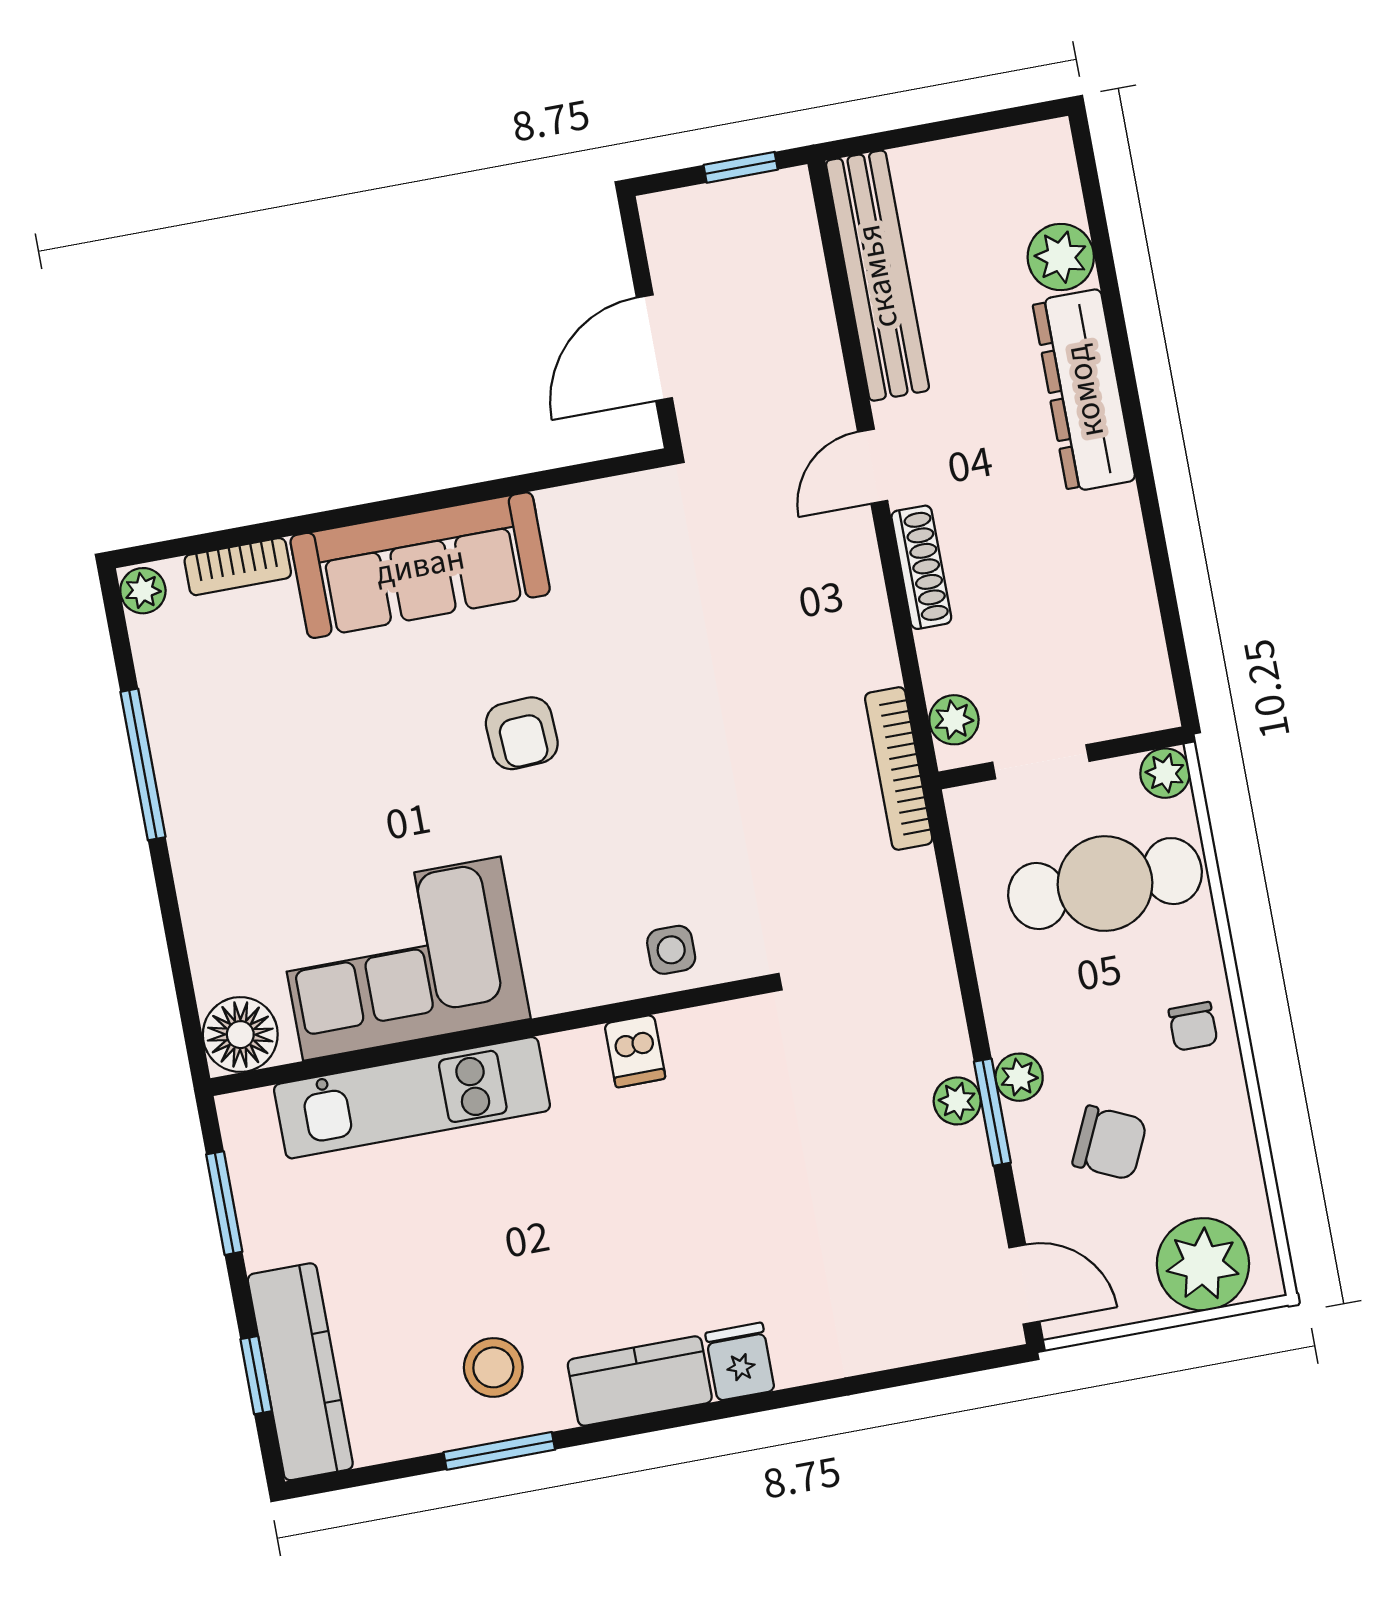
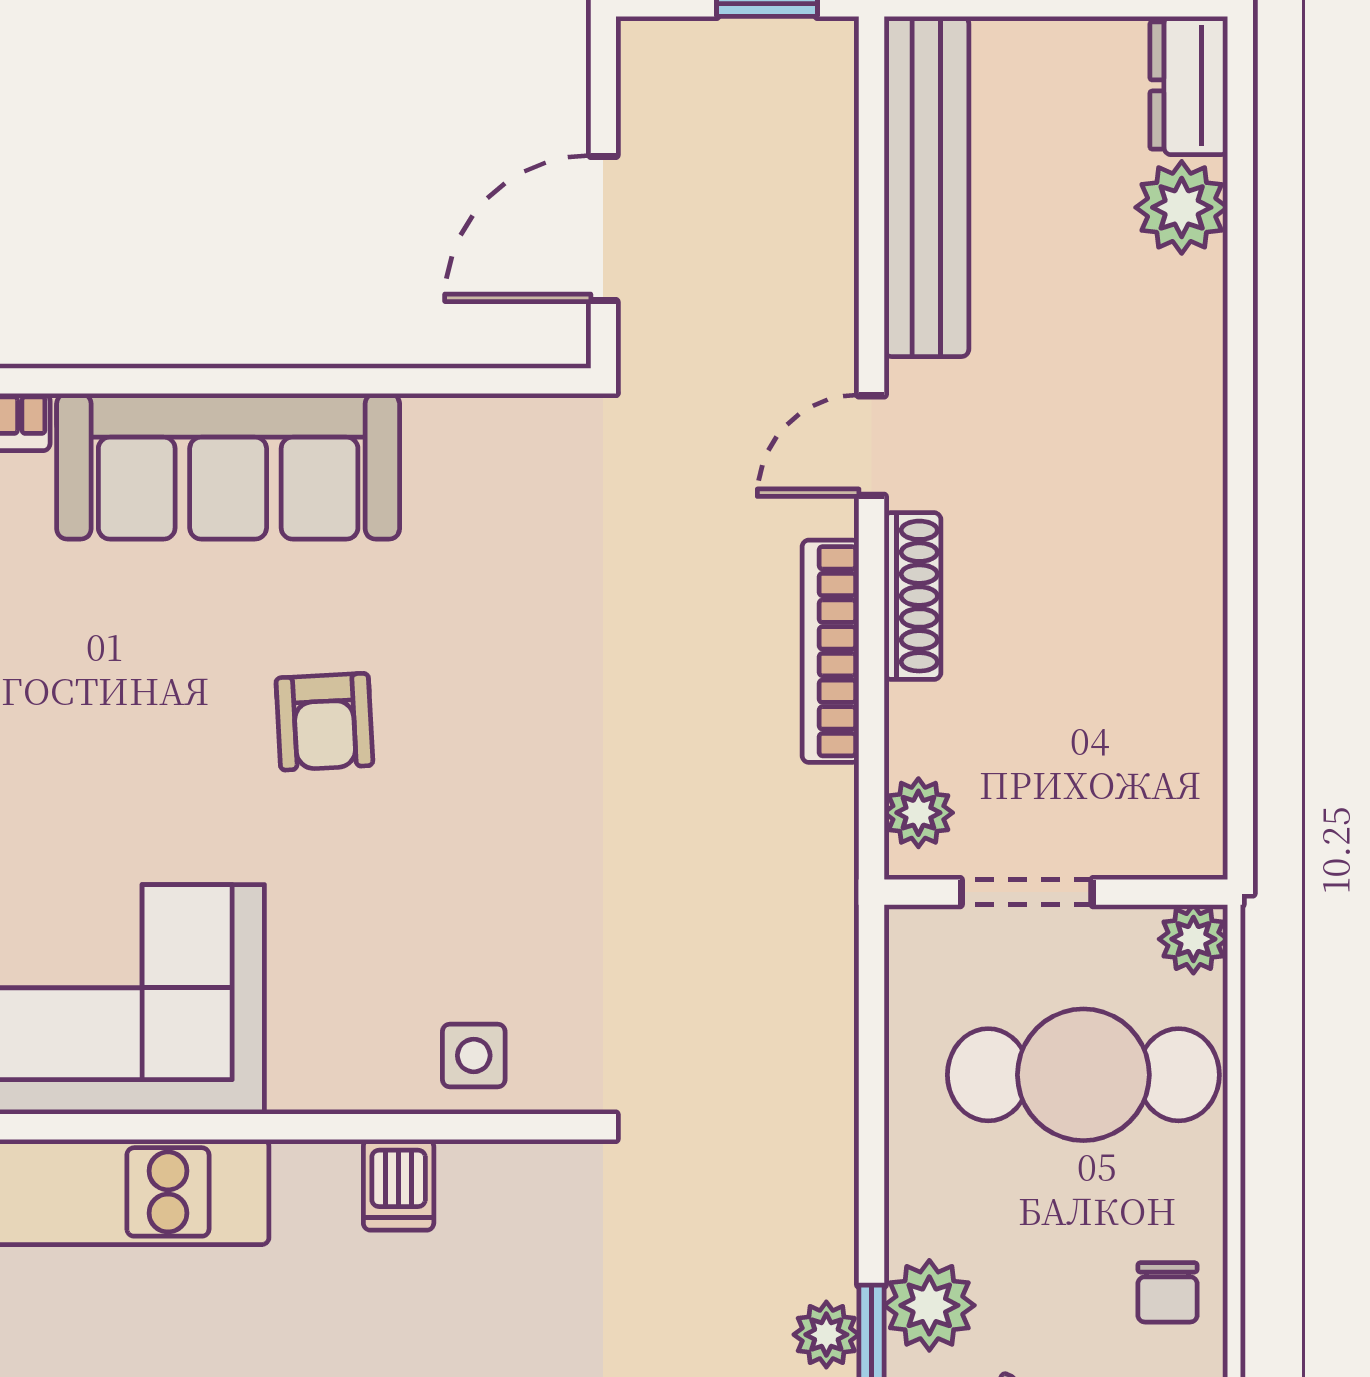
dresser: (1084, 391) -> (1189, 85), moved, width x0.51, depth x0.80
bookcase: (899, 768) -> (831, 651), moved
plant: (1019, 1077) -> (929, 1305), width x1.38, depth x1.38

